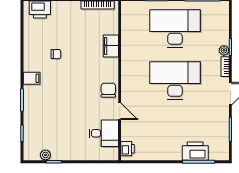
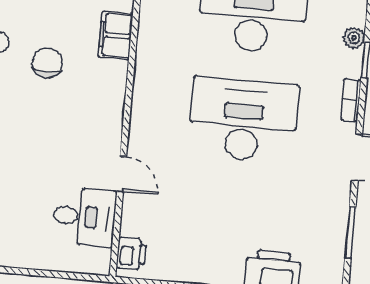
plant: (224, 50) -> (354, 38), moved
chair: (108, 90) -> (47, 63), moved

